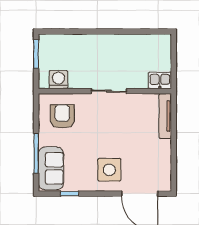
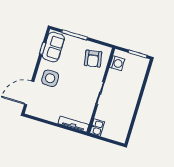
armchair: (62, 116) -> (93, 59), turned 80
sofa: (51, 168) -> (53, 47), moved, turned -90

